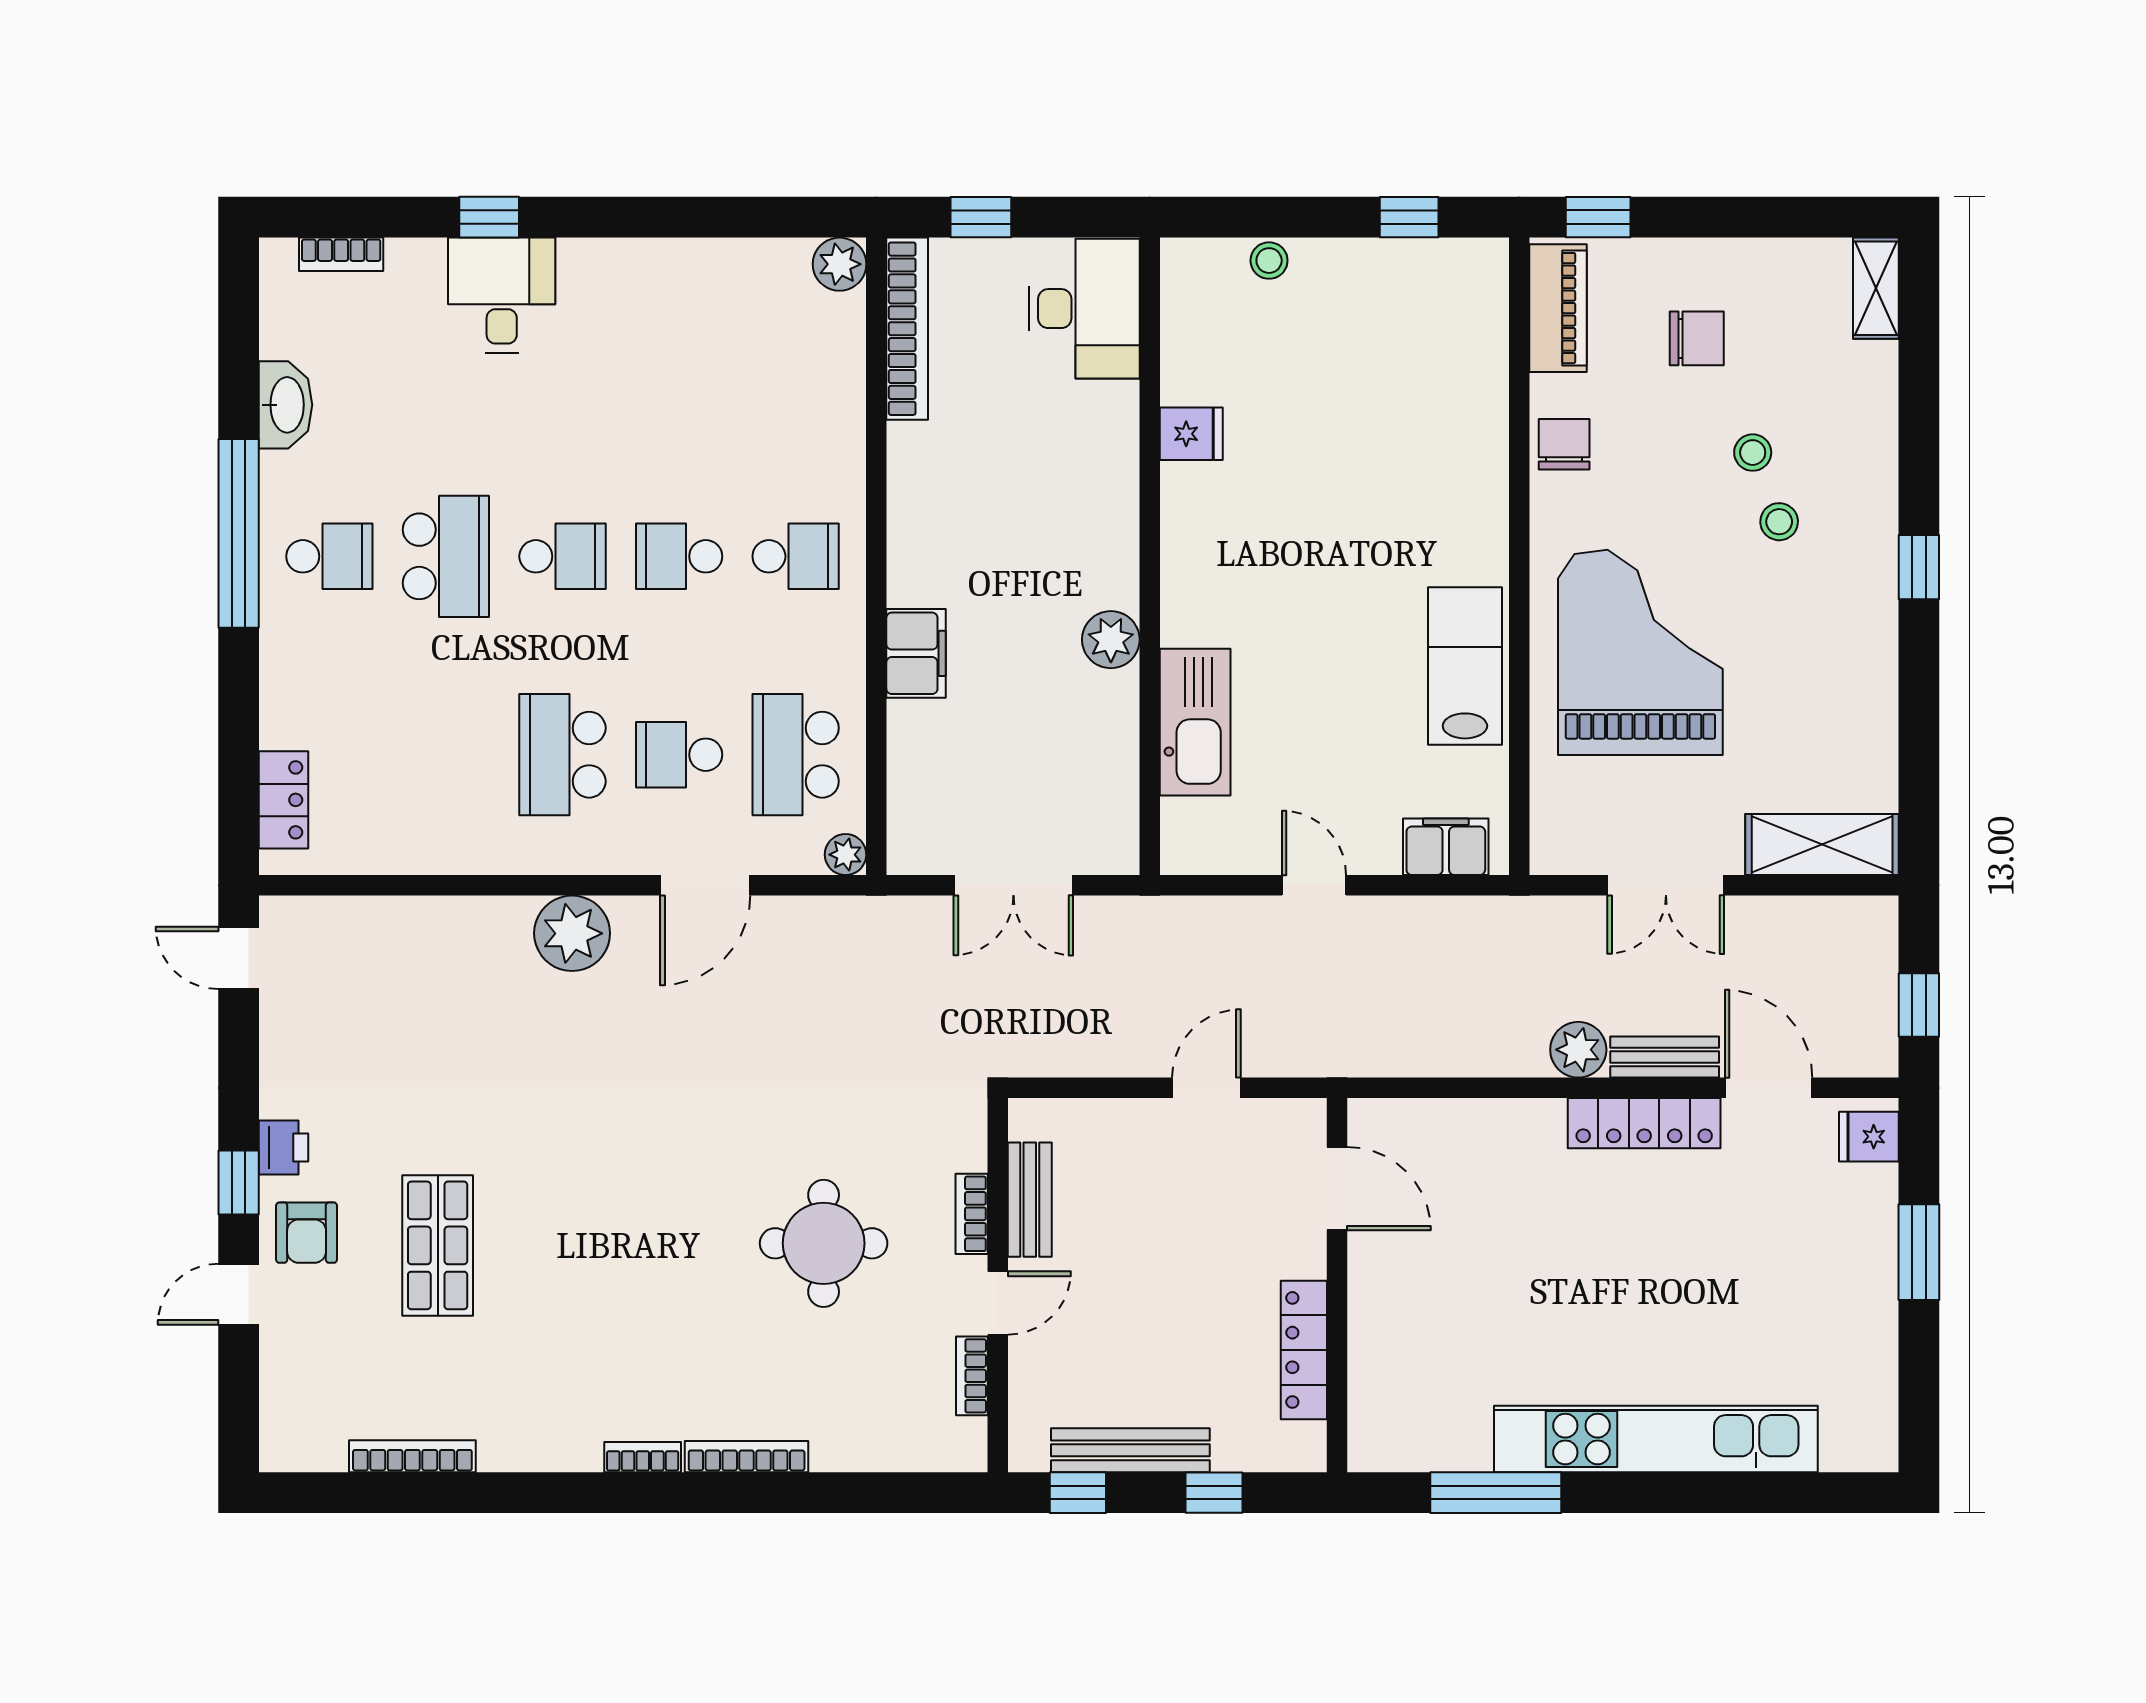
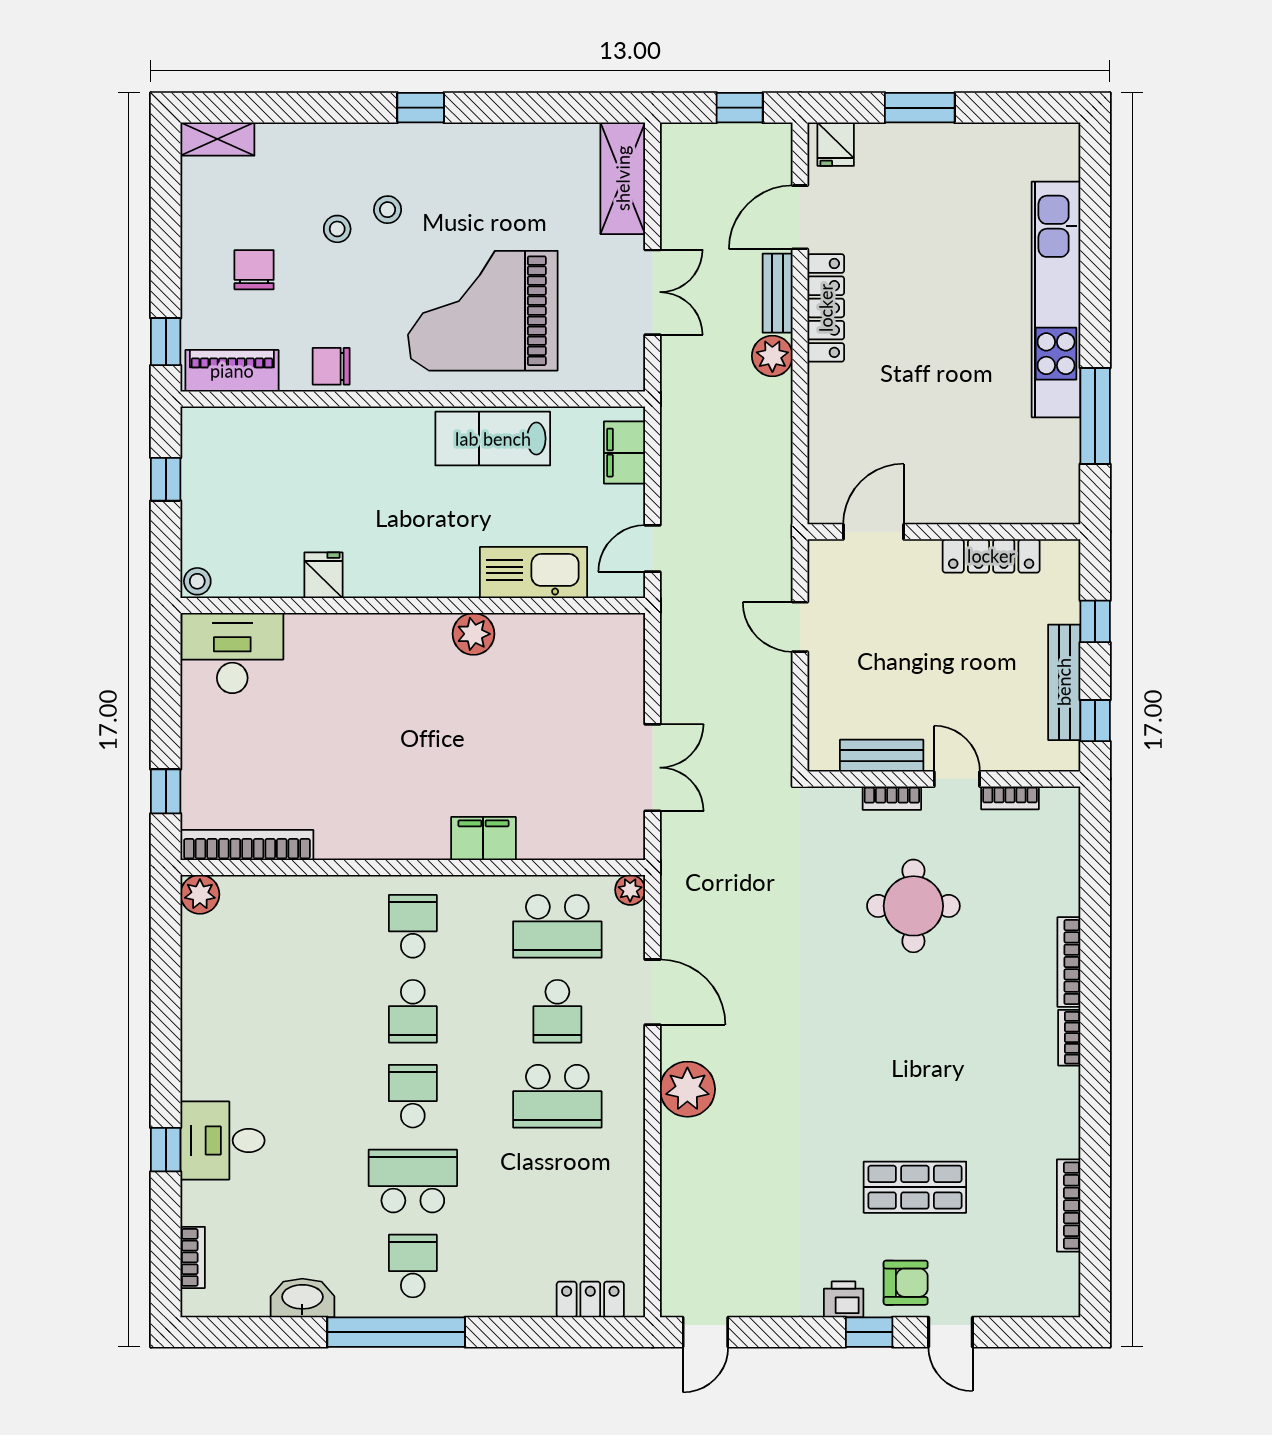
desk: (1084, 309) -> (232, 653), moved
fridge: (1191, 434) -> (323, 575), moved
wall: (1150, 556) -> (413, 606), moved
plant: (1111, 640) -> (473, 634), moved
kitchen sink: (1195, 722) -> (534, 573), moved

